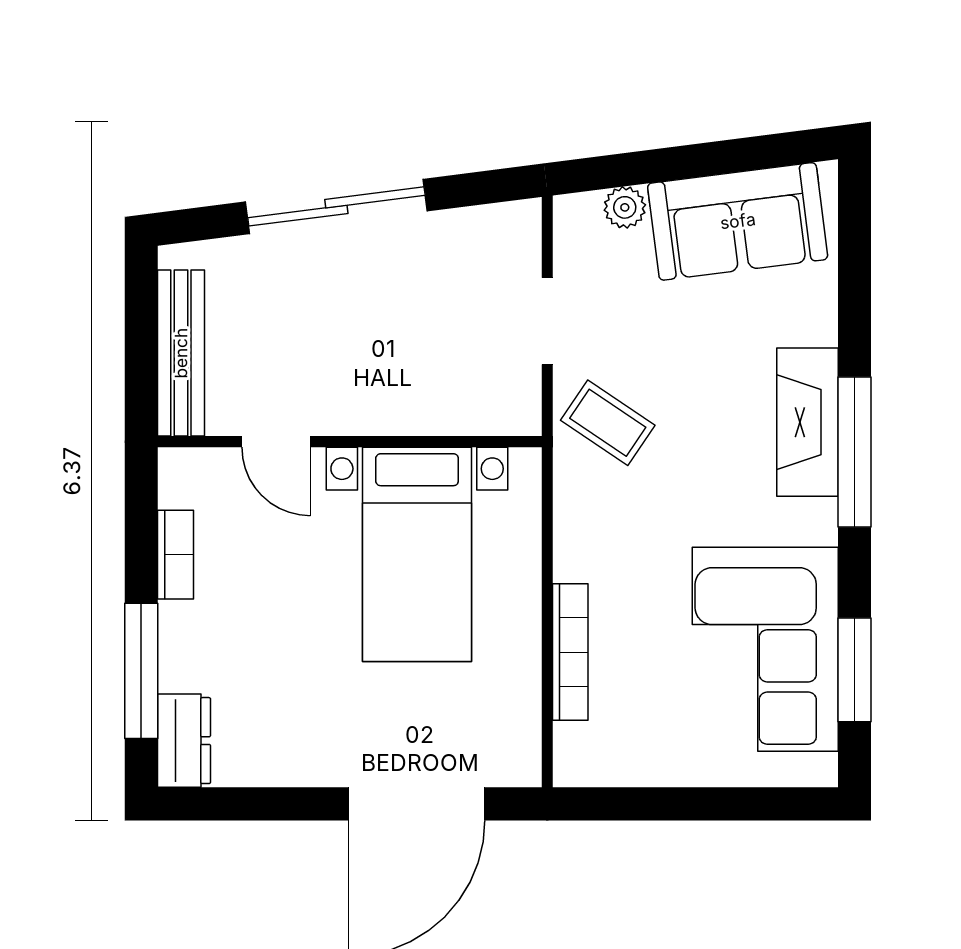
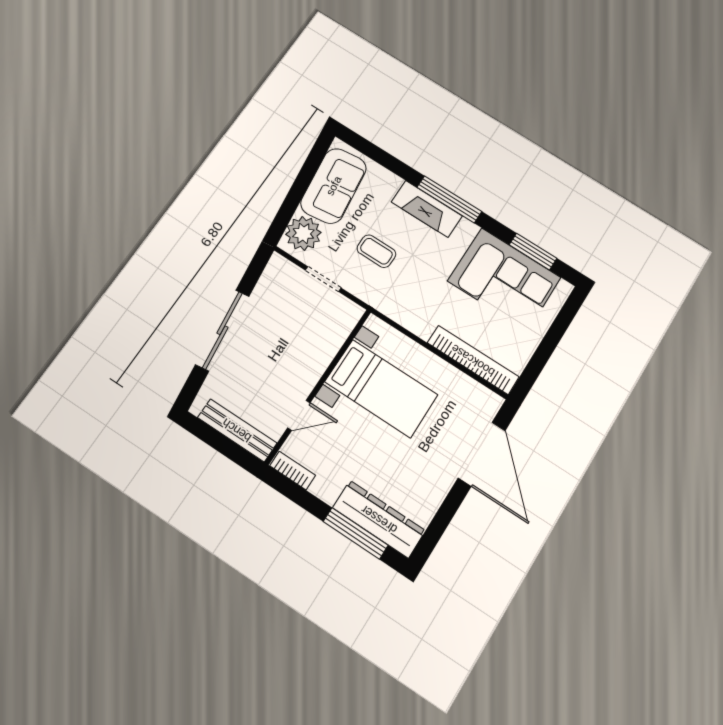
plant: (625, 207) -> (303, 233), width x1.88, depth x1.88
coffee table: (608, 423) -> (376, 251), moved, turned 56
bookcase: (176, 555) -> (293, 470), moved
bookcase: (570, 652) -> (473, 360), width x1.48, depth x1.31
dresser: (184, 741) -> (379, 519), width x1.96, depth x1.24

